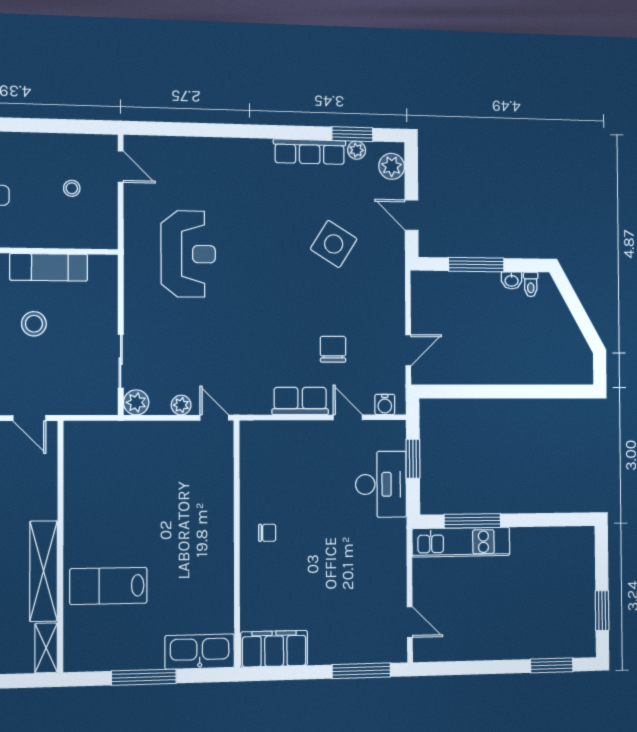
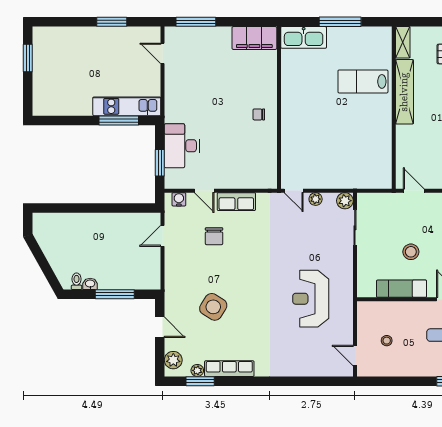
lab bench: (108, 586) -> (363, 81), turned 180
window: (552, 665) -> (112, 22), moved

